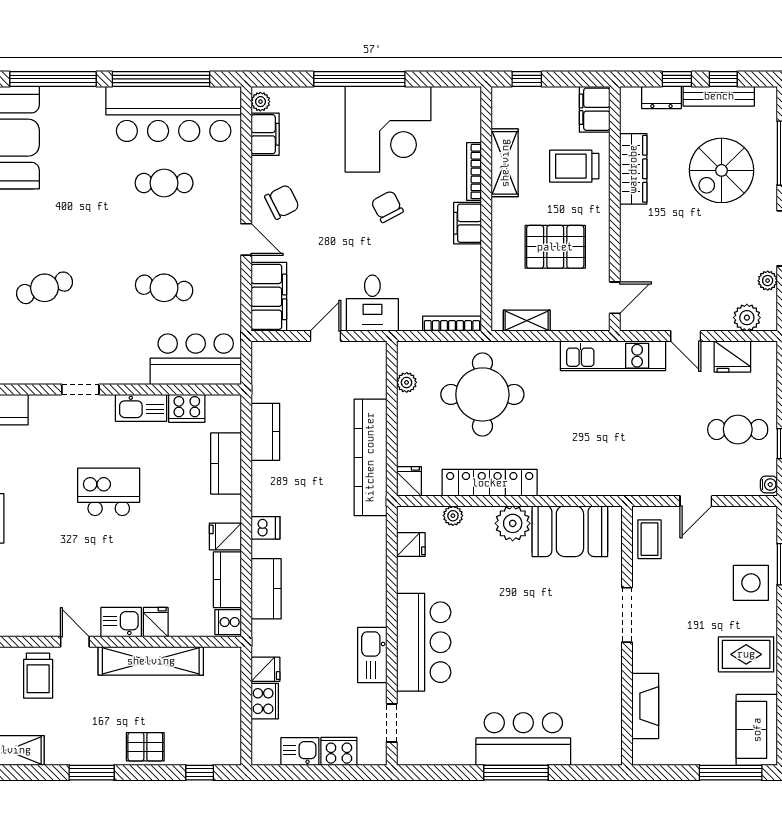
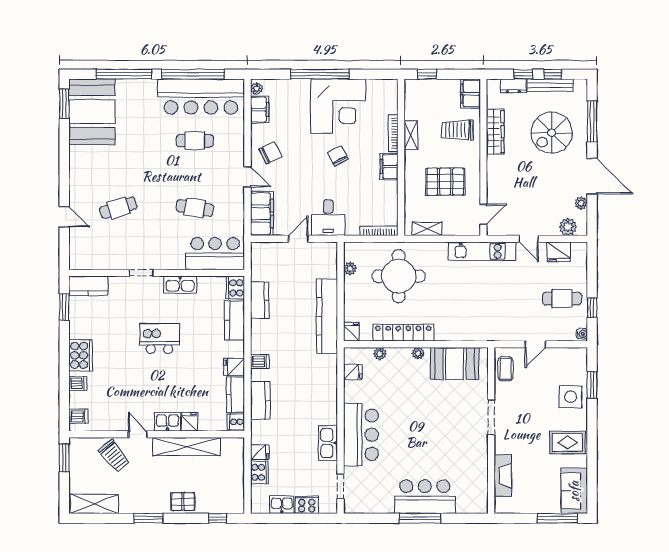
shelving: (505, 163) -> (411, 135), width x0.67, depth x0.75
cooker: (187, 408) -> (235, 288), moved, turned 90
plant: (513, 523) -> (418, 353), width x0.53, depth x0.53
trolley: (38, 676) -> (114, 456), turned -39

